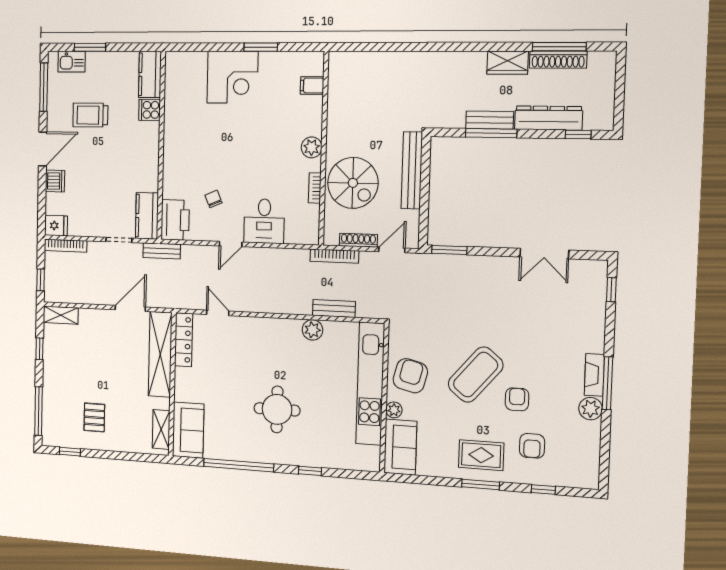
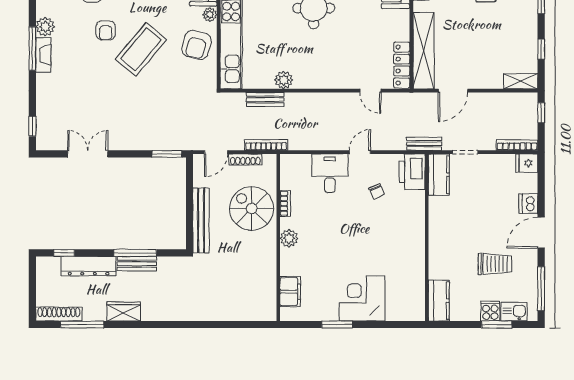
shoe rack: (558, 60) -> (59, 314), moved
filing cabinet: (312, 85) -> (290, 292), width x2.00
cooker: (150, 110) -> (490, 311), moved, turned -90

